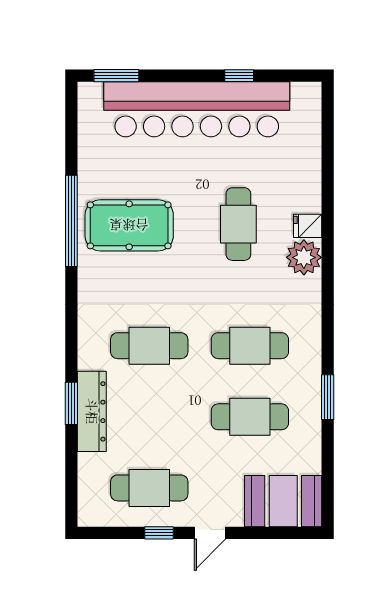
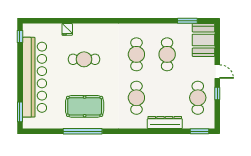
window: (239, 76) -> (20, 37), moved
pool table: (129, 225) -> (85, 106), turned 90
fridge: (308, 226) -> (67, 29), moved
plant: (304, 257) -> (98, 31), removed
window: (328, 397) -> (187, 21), moved
window: (71, 403) -> (200, 131), moved

